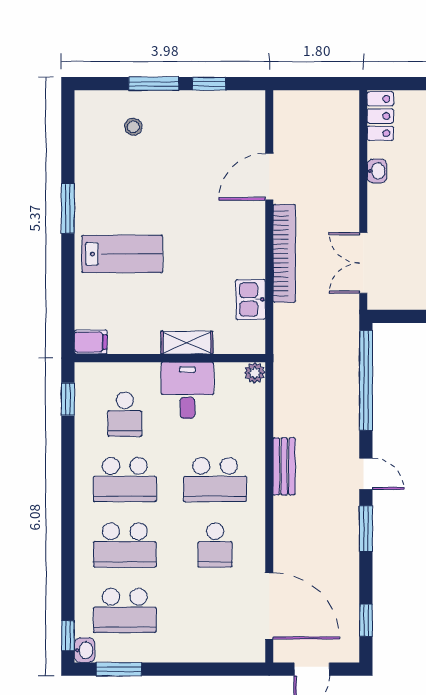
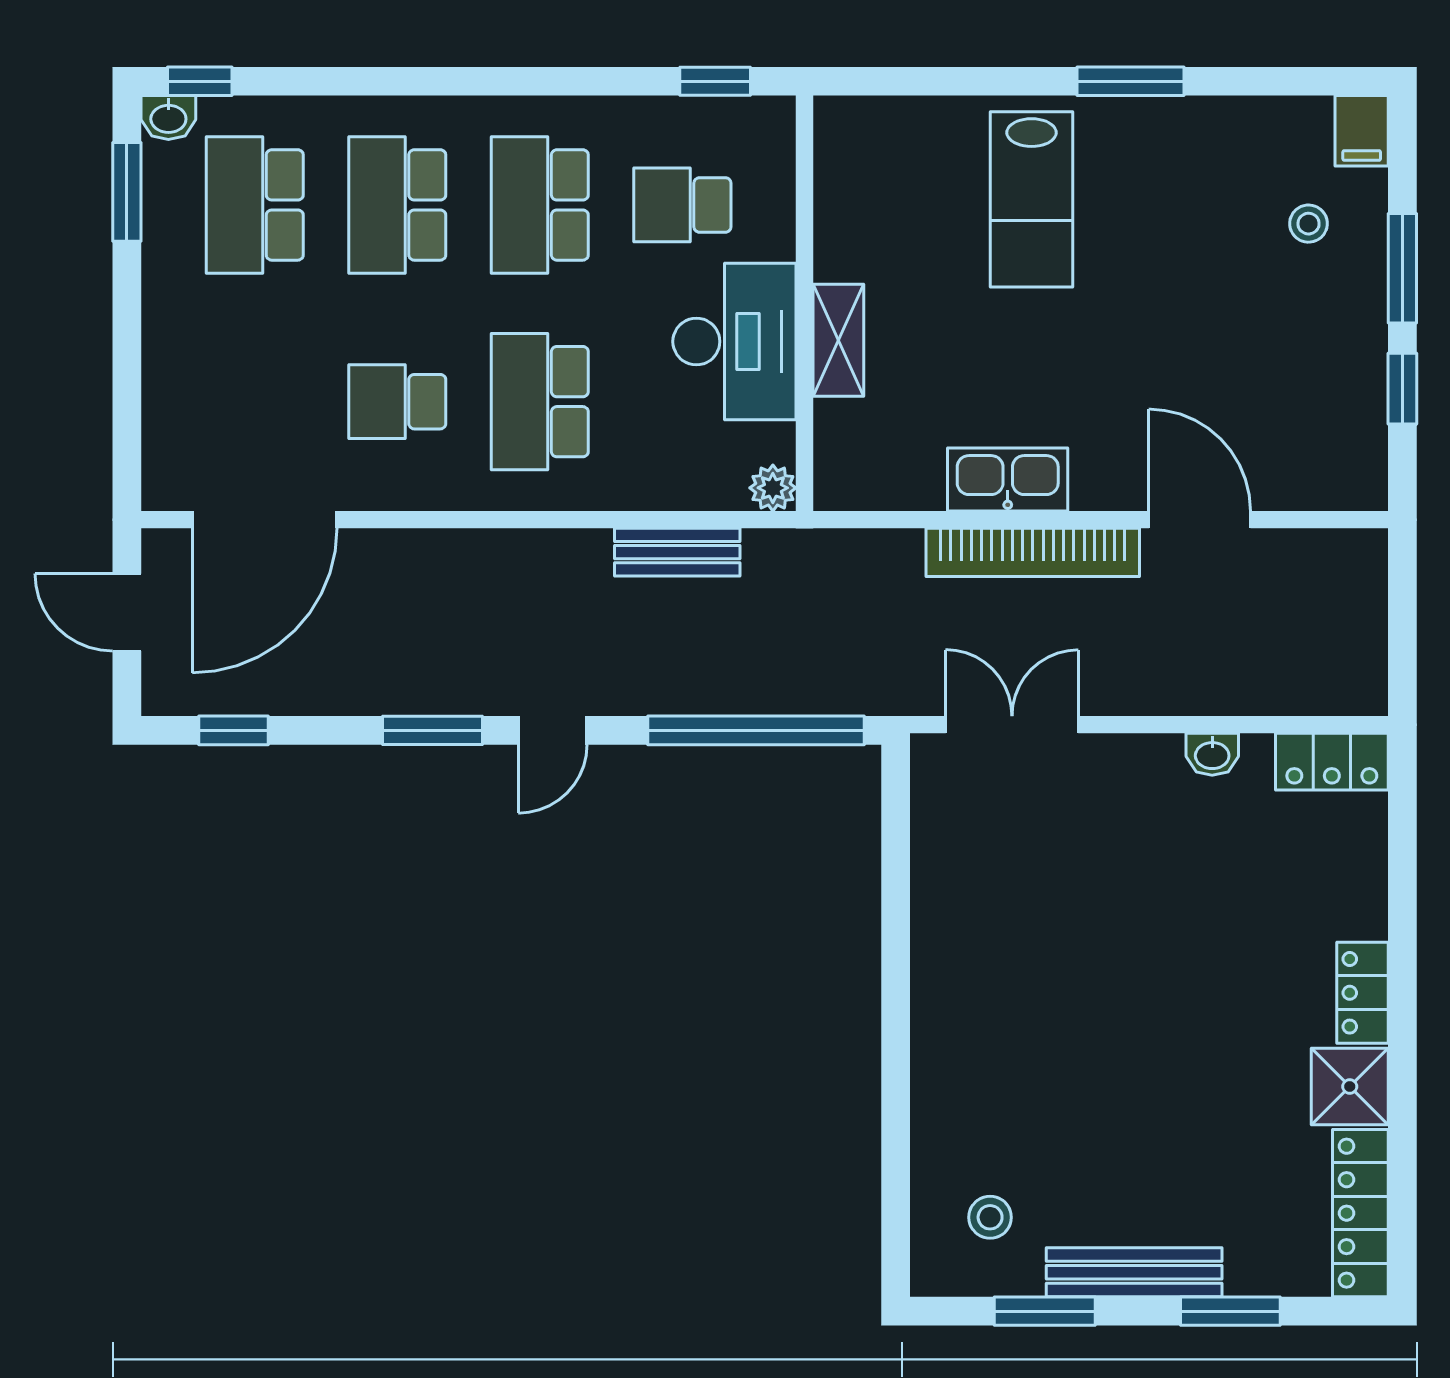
kitchen sink: (251, 299) -> (1008, 479), moved, width x1.38
filing cabinet: (91, 342) -> (1362, 131), moved
desk: (187, 390) -> (734, 342), width x1.37
bench: (284, 466) -> (677, 552), moved

